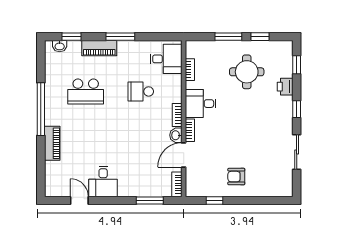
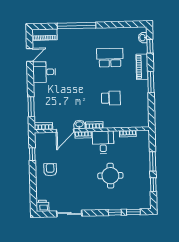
desk: (166, 59) -> (135, 116), removed
round table: (247, 72) -> (110, 176), moved
printer: (285, 87) -> (42, 206), moved
school desk: (86, 91) -> (110, 58), turned 90
school desk: (141, 91) -> (111, 98), turned 90
window: (41, 109) -> (77, 26), moved
window: (297, 109) -> (115, 212), moved
piano: (52, 143) -> (45, 35), moved
door: (184, 155) -> (65, 131), swing flipped

